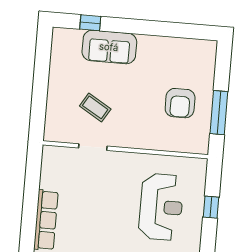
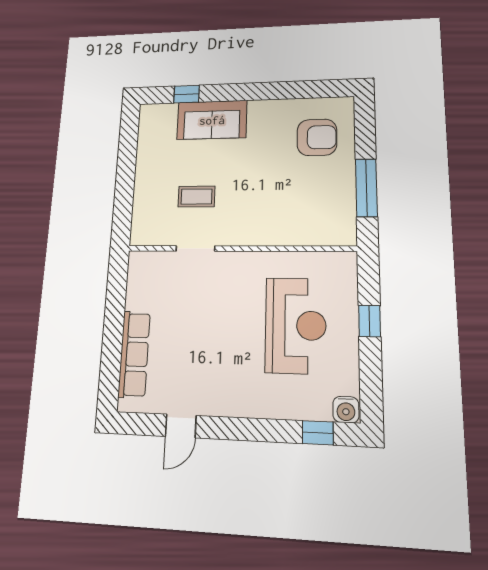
armchair: (180, 103) -> (317, 137), moved, turned -90
coffee table: (95, 107) -> (197, 197), turned -31

